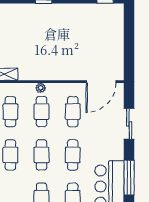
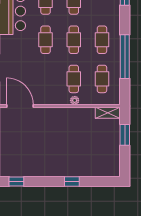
door: (101, 82) -> (20, 106), hinge flipped
cafe table: (73, 112) -> (46, 79), removed

